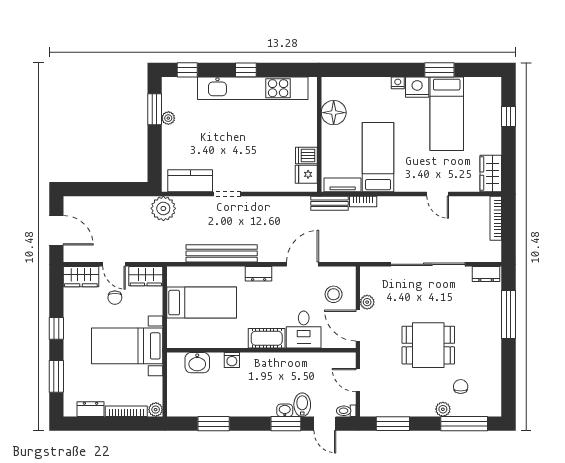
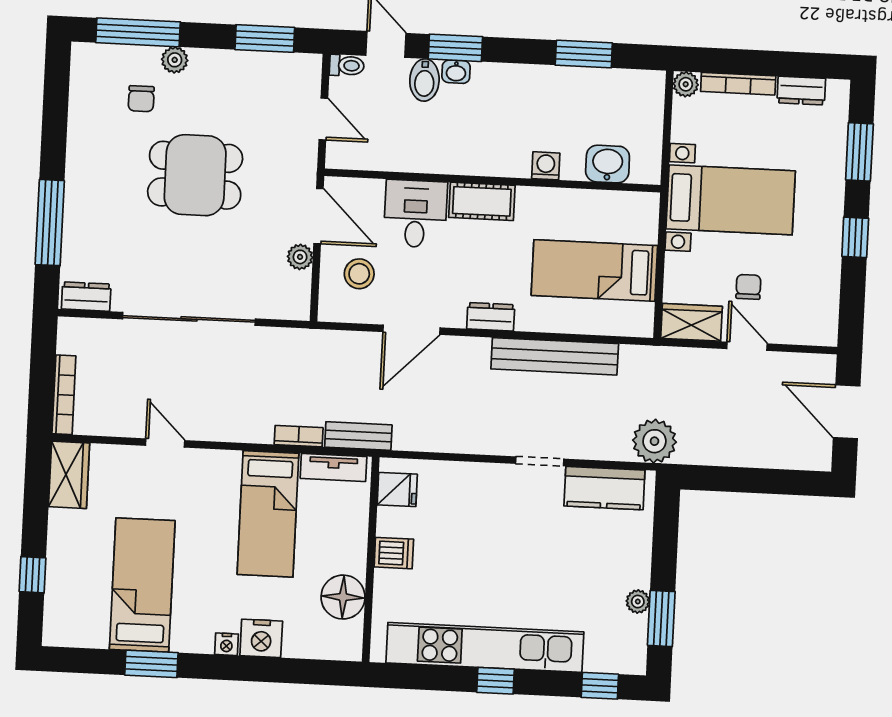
nightstand: (417, 87) -> (261, 638), moved
dishwasher: (306, 155) -> (394, 553), moved
wardrobe: (81, 277) -> (807, 327), removed

